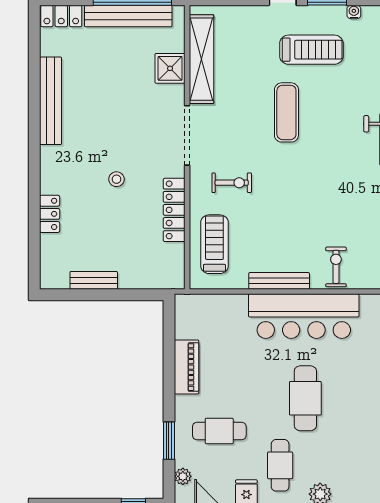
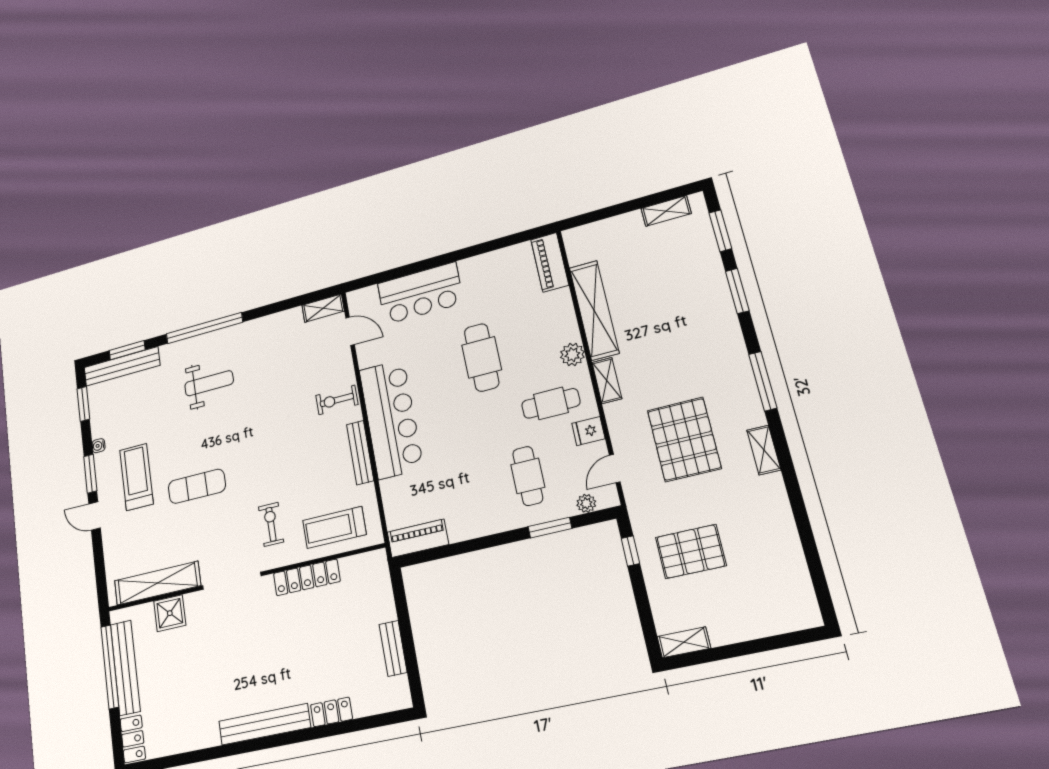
bench: (51, 101) -> (264, 724), moved
stool: (116, 179) -> (285, 646), removed
piano: (186, 367) -> (418, 538), moved
cafe table: (305, 398) -> (482, 357), moved, turned 90

